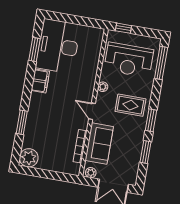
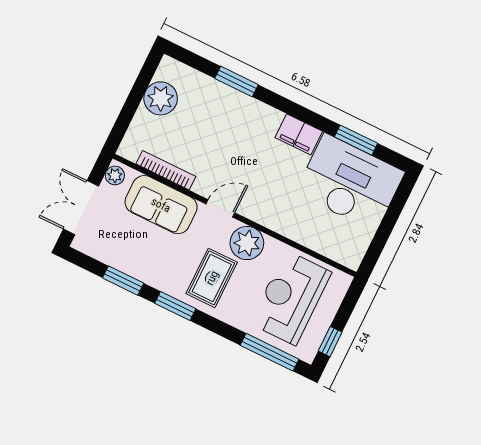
window: (123, 28) -> (330, 342), moved
plant: (103, 87) -> (247, 243), width x1.88, depth x1.88
plant: (29, 158) -> (161, 98), moved

